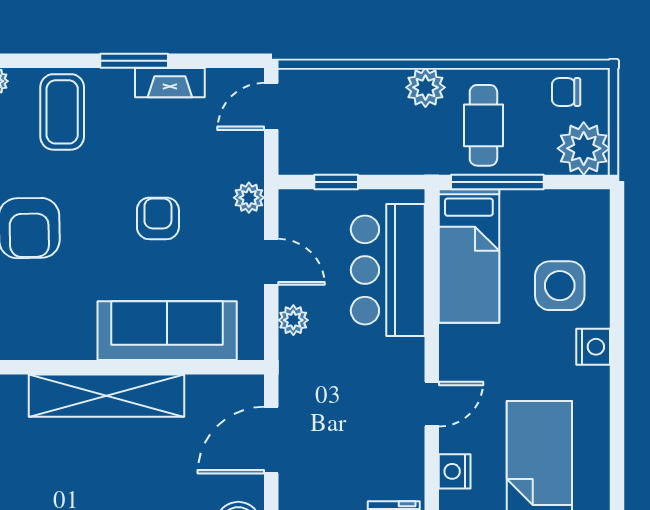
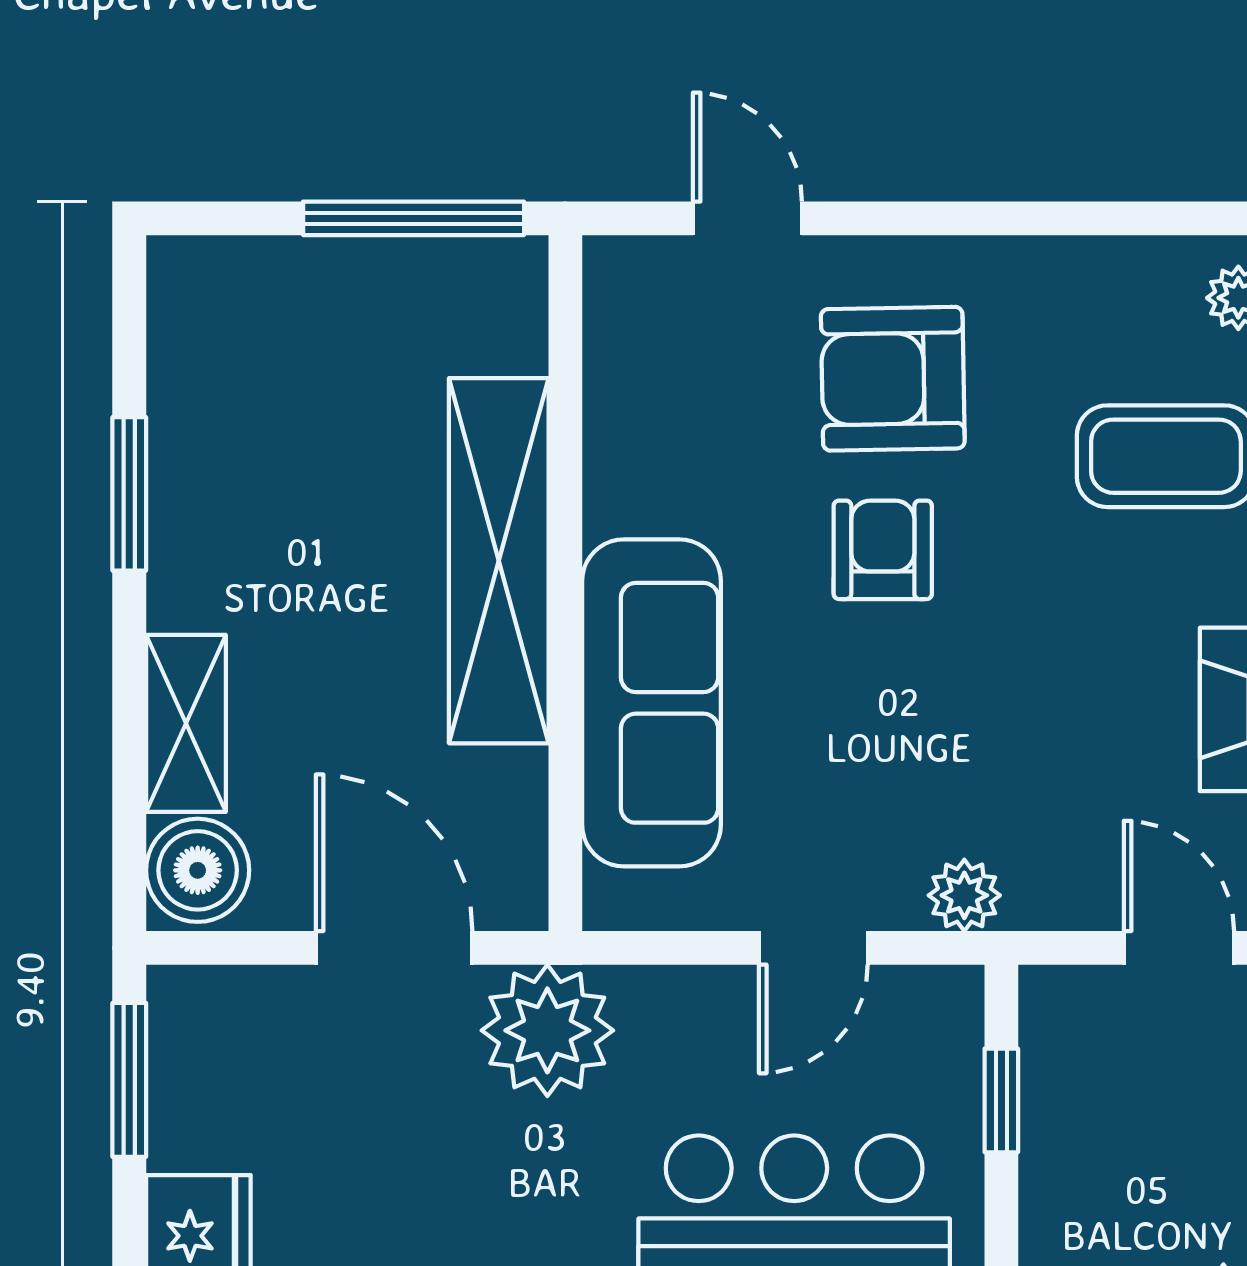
armchair: (158, 218) -> (883, 550), moved, turned -90
plant: (293, 320) -> (547, 1030), moved, width x1.88, depth x1.88

